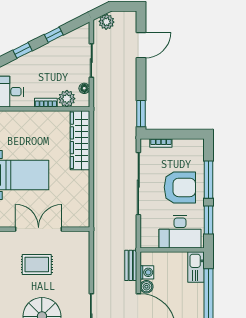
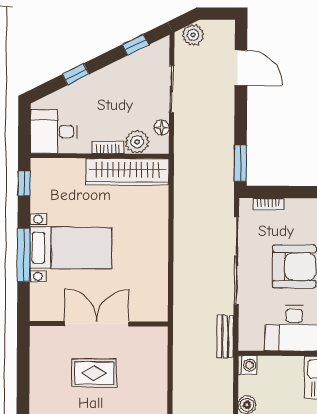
window: (54, 35) -> (135, 45), moved
door: (141, 45) -> (241, 68), hinge flipped
wardrobe: (80, 140) -> (127, 172), moved, turned -90
bench: (131, 265) -> (225, 336), moved
washing machine: (147, 272) -> (248, 365), moved

